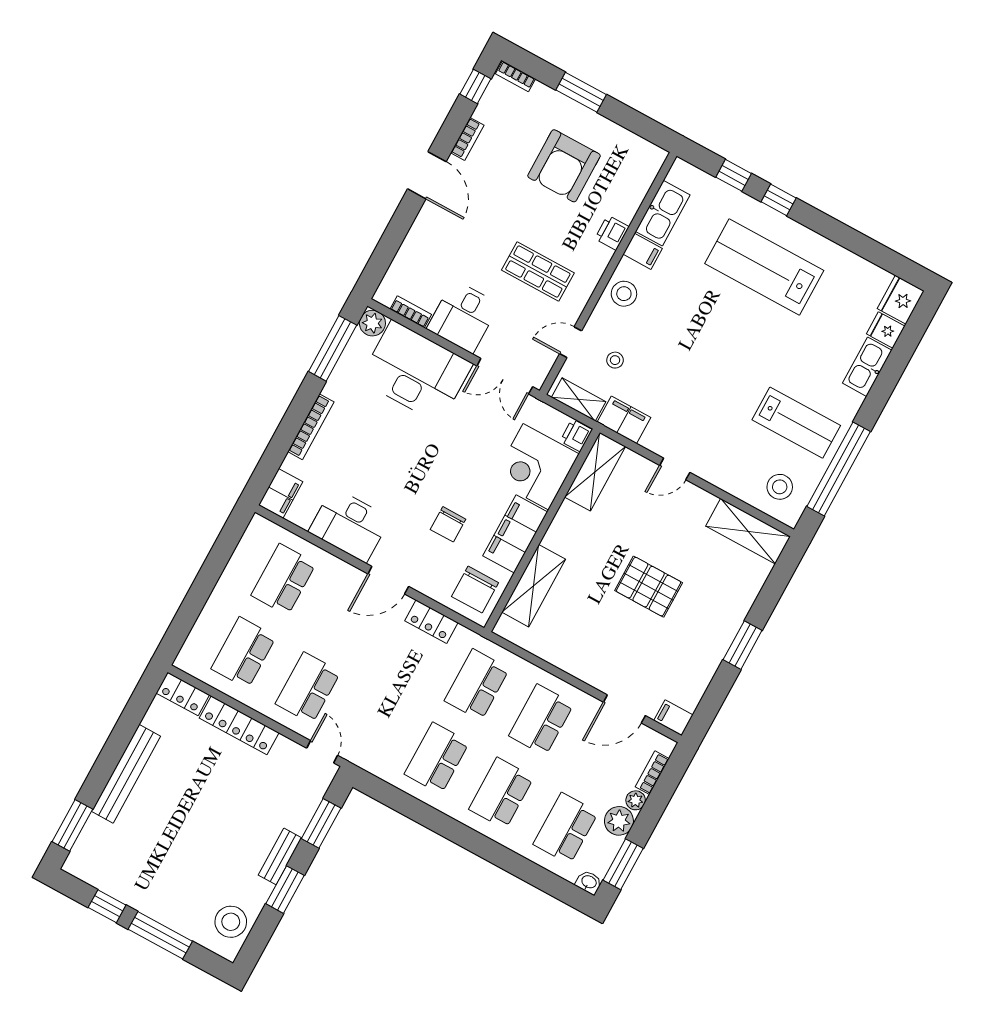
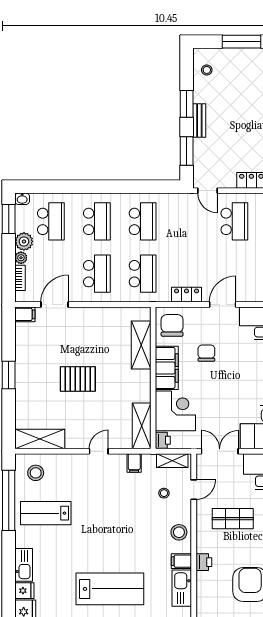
filing cabinet: (624, 420) -> (134, 463), width x0.50
stool: (231, 922) -> (207, 70), width x0.53, depth x0.53

